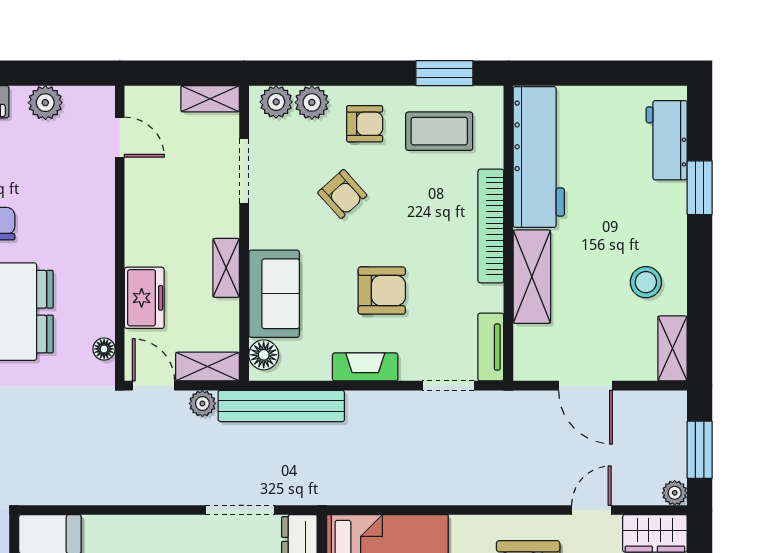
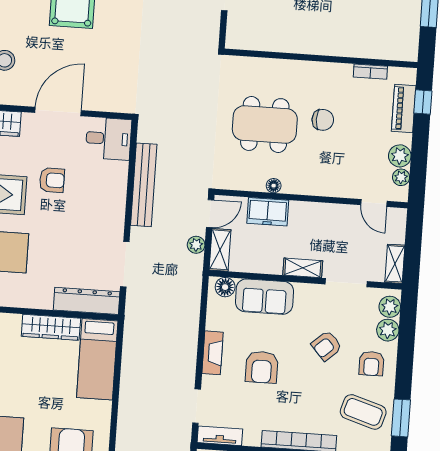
plant: (78, 98) -> (401, 177), added
coffee table: (439, 131) -> (363, 412), turned -73
door: (120, 137) -> (374, 203), hinge flipped
shelving: (226, 268) -> (303, 268), moved
floor lamp: (104, 349) -> (274, 186), moved
bench: (281, 406) -> (144, 185), moved

